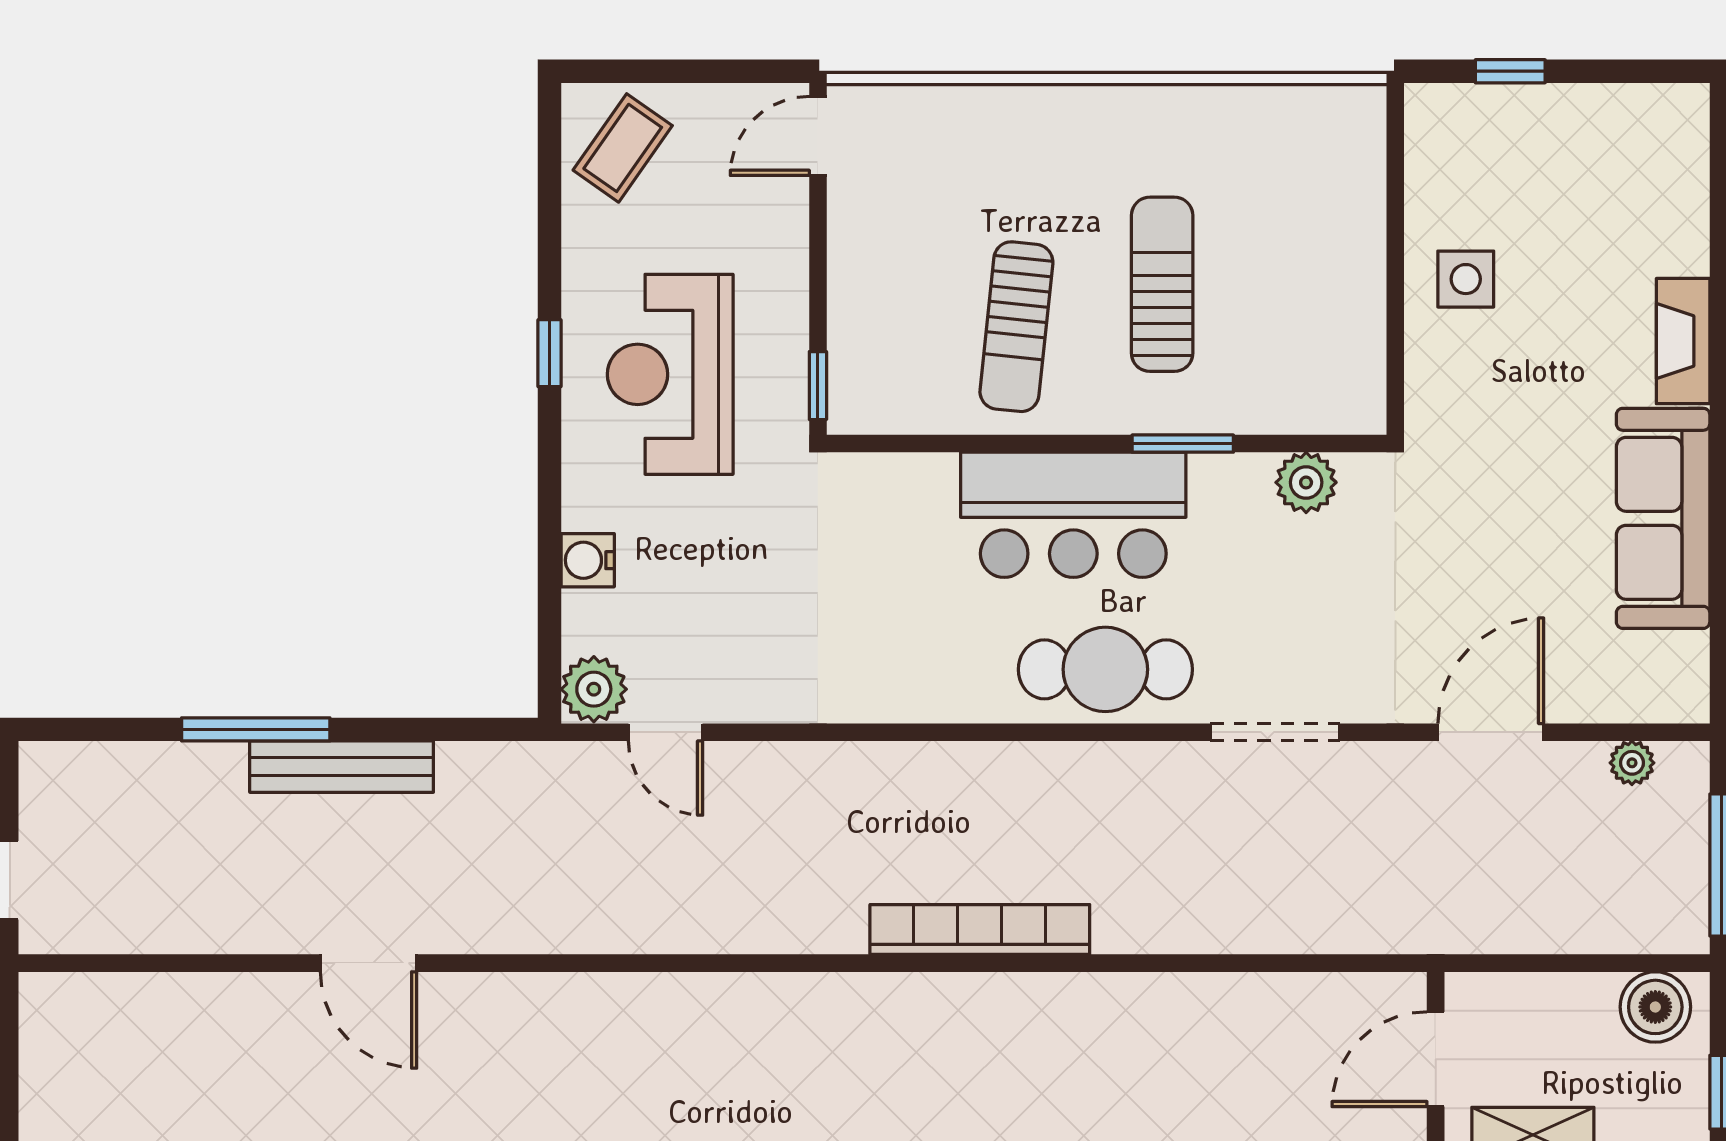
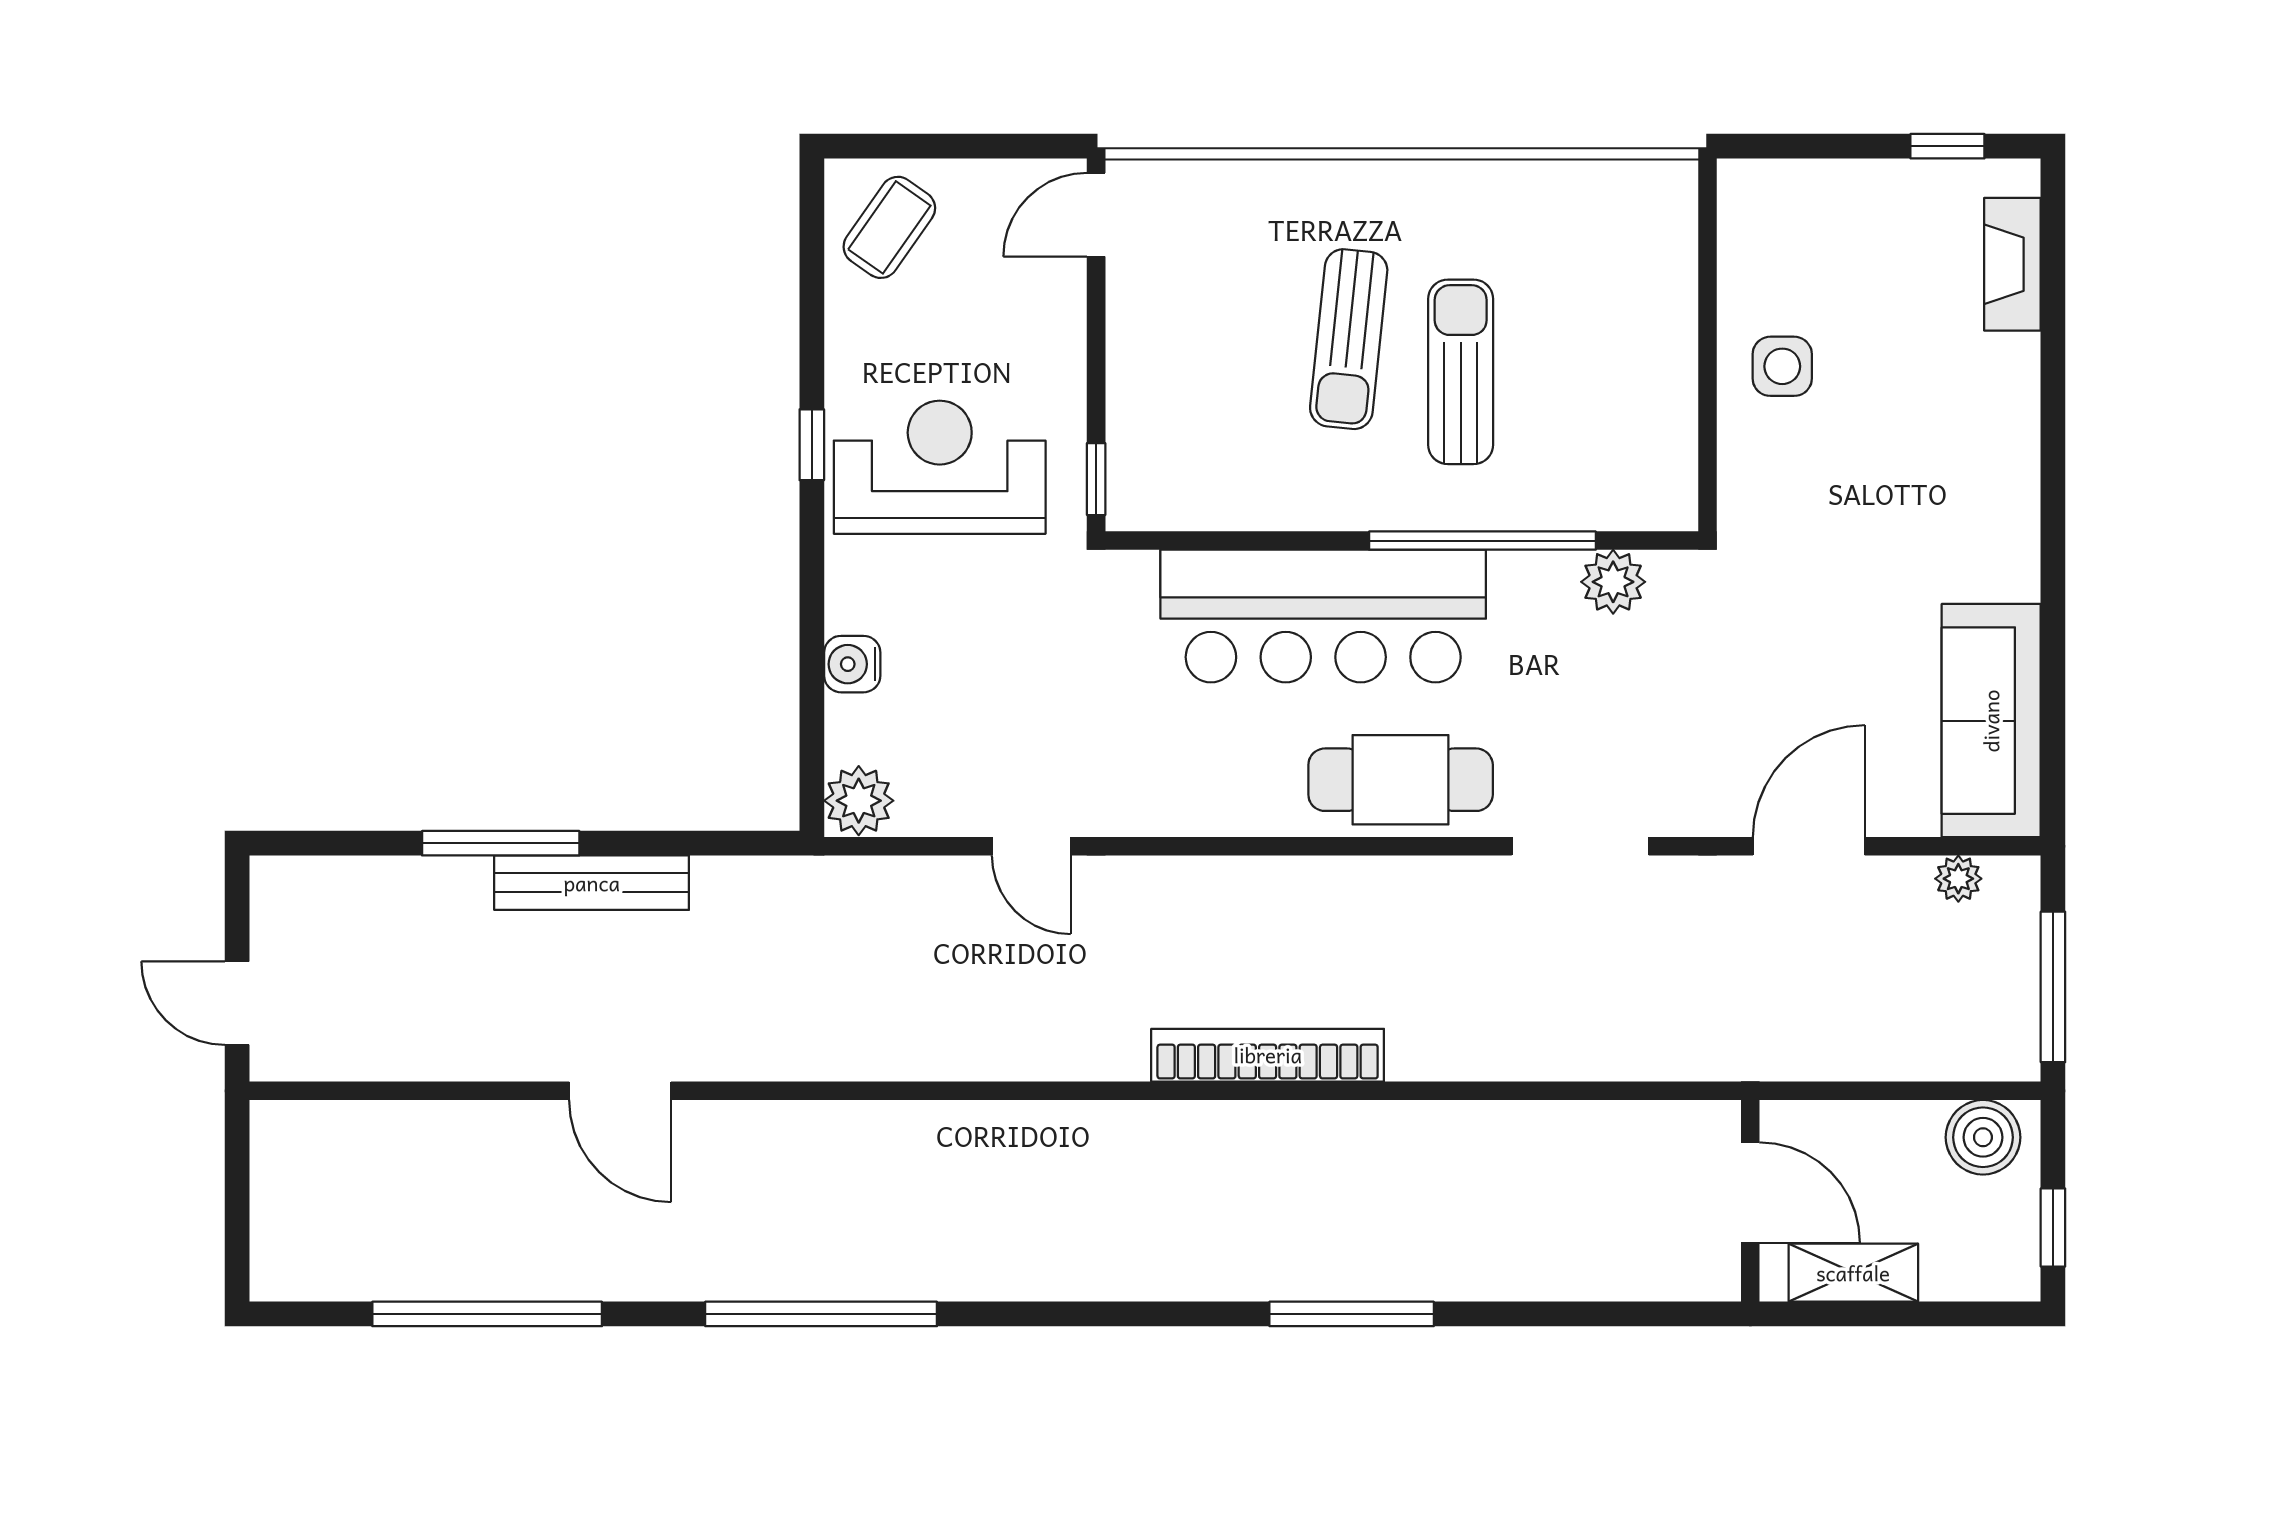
window: (1510, 71) -> (1947, 146), moved
sun lounger: (1016, 327) -> (1349, 339), moved
fireplace: (1683, 341) -> (2012, 264), moved
reception desk: (670, 374) -> (940, 467), turned 90
window: (1183, 444) -> (1482, 541), width x2.11
bar counter: (1073, 515) -> (1323, 616), width x1.36
sofa: (1663, 518) -> (1991, 721), moved
door: (666, 732) -> (1031, 846), moved
door: (1436, 1059) -> (1750, 1193), swing flipped

